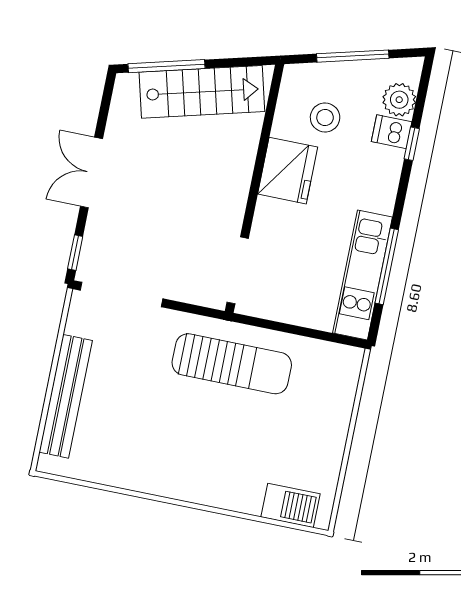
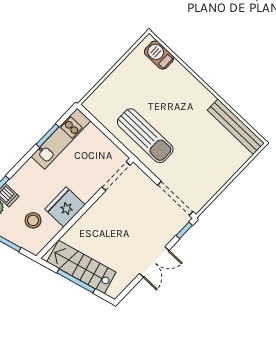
window: (167, 66) -> (76, 281), moved
window: (387, 266) -> (47, 136), width x0.69
sun lounger: (232, 364) -> (145, 136), turned 180
bench: (66, 396) -> (236, 127), moved, turned 90

